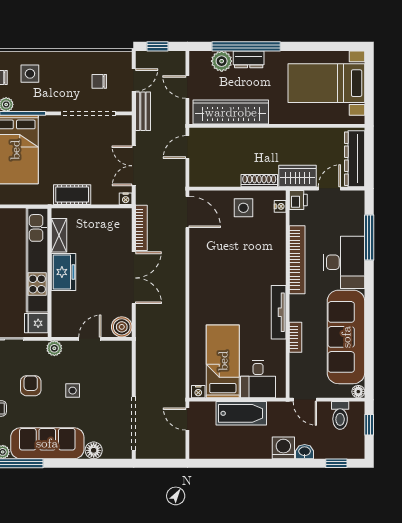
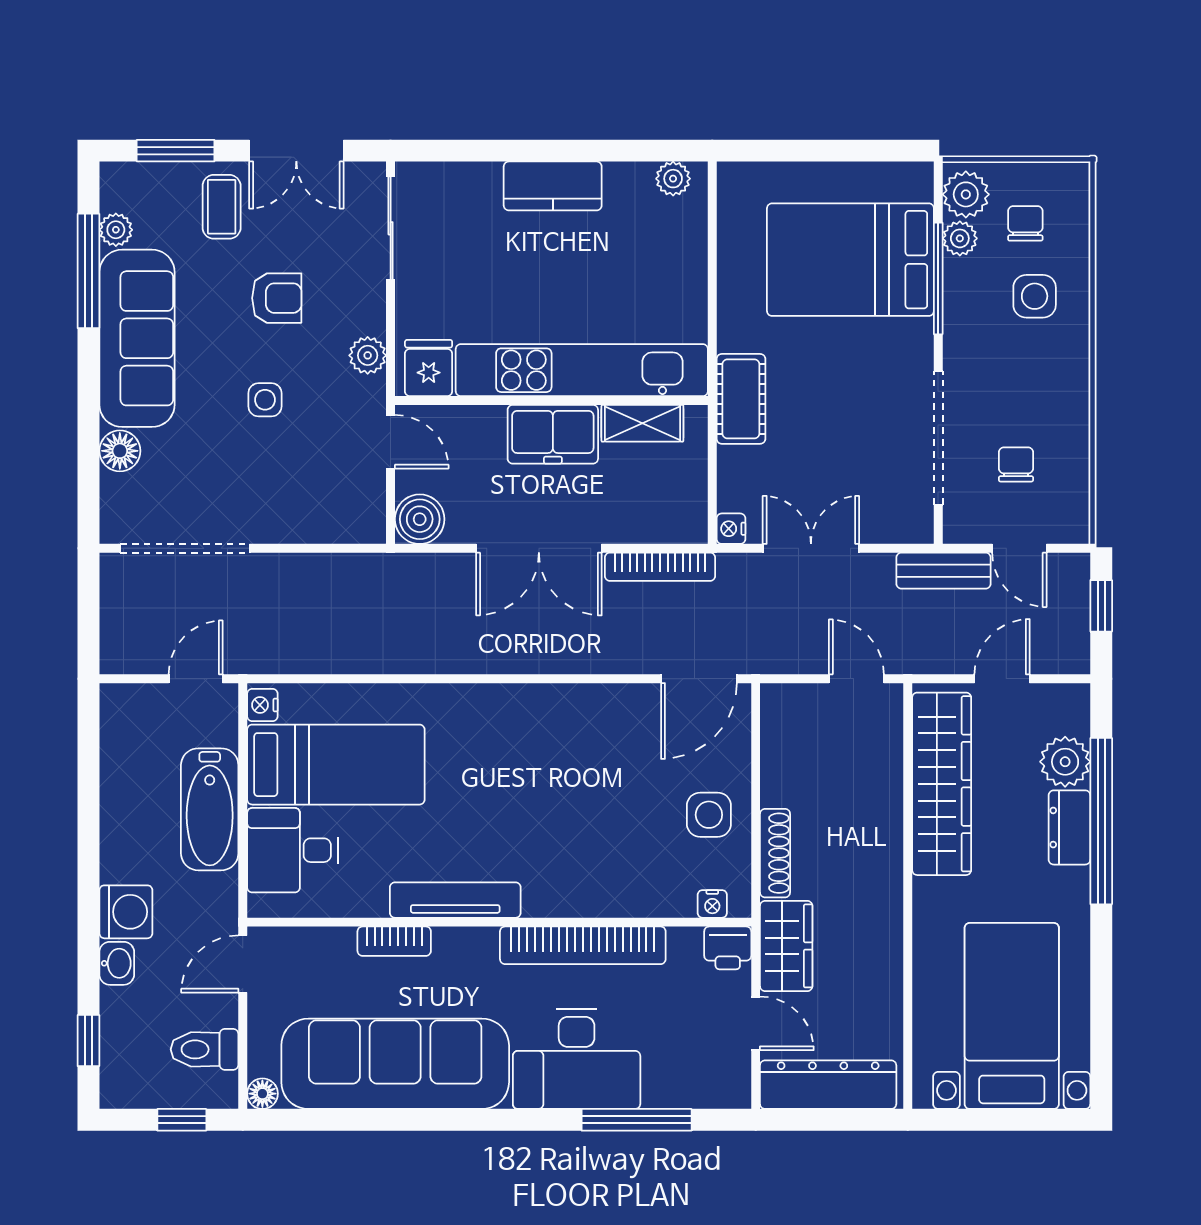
shelving: (59, 235) -> (642, 423), moved
kitchen unit: (37, 260) -> (582, 370), moved
freezer: (64, 272) -> (553, 434), moved
wall: (50, 273) -> (551, 401), moved
fridge: (36, 323) -> (429, 368), moved

